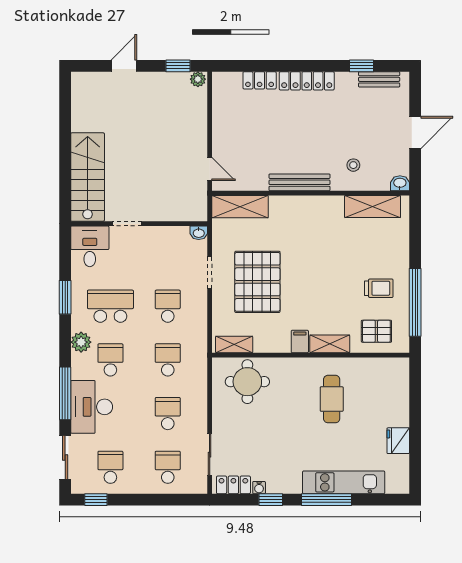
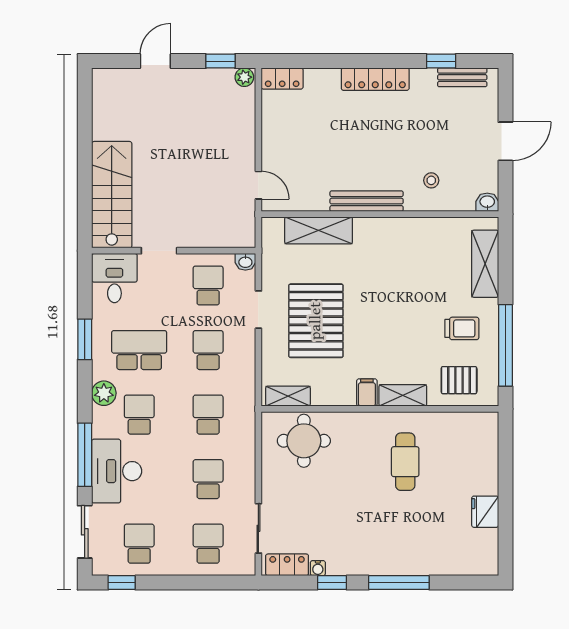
locker: (260, 80) -> (282, 78), moved
shelving: (240, 207) -> (319, 230), moved
shelving: (373, 207) -> (485, 264), moved, turned 90
school desk: (168, 253) -> (208, 286), added
kitchen unit: (344, 482) -> (420, 562), removed

